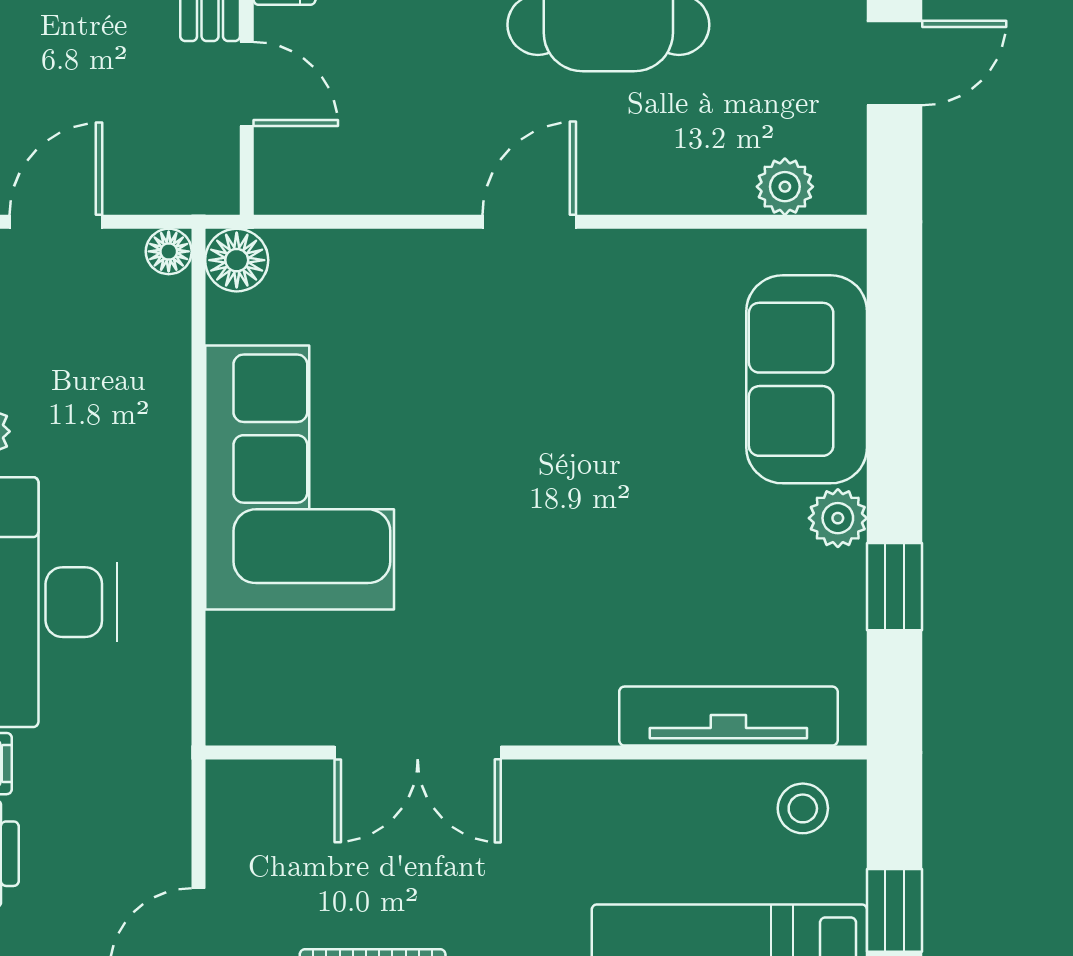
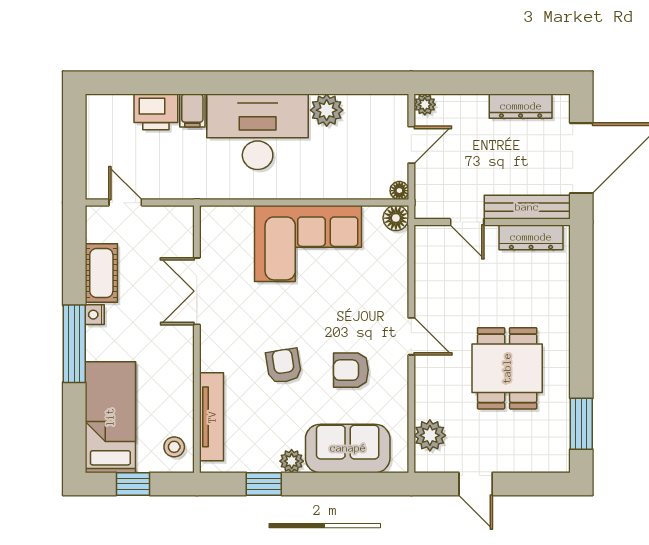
door: (247, 84) -> (467, 222), hinge flipped
plant: (785, 187) -> (430, 435), width x1.38, depth x1.38
door: (56, 222) -> (411, 145), hinge flipped
armchair: (613, 371) -> (351, 370), added
armchair: (602, 538) -> (284, 366), added

